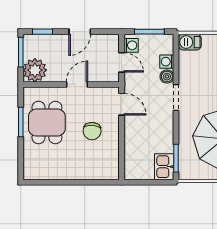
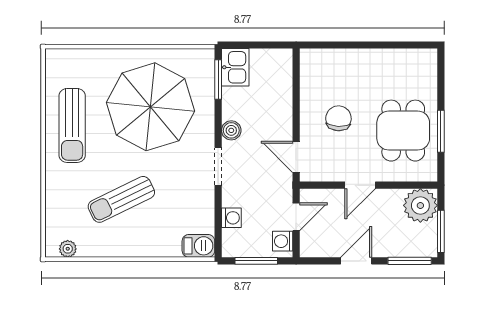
window: (42, 32) -> (410, 261), width x1.50
door: (122, 62) -> (296, 217), swing flipped
boiler: (167, 77) -> (231, 130), moved

